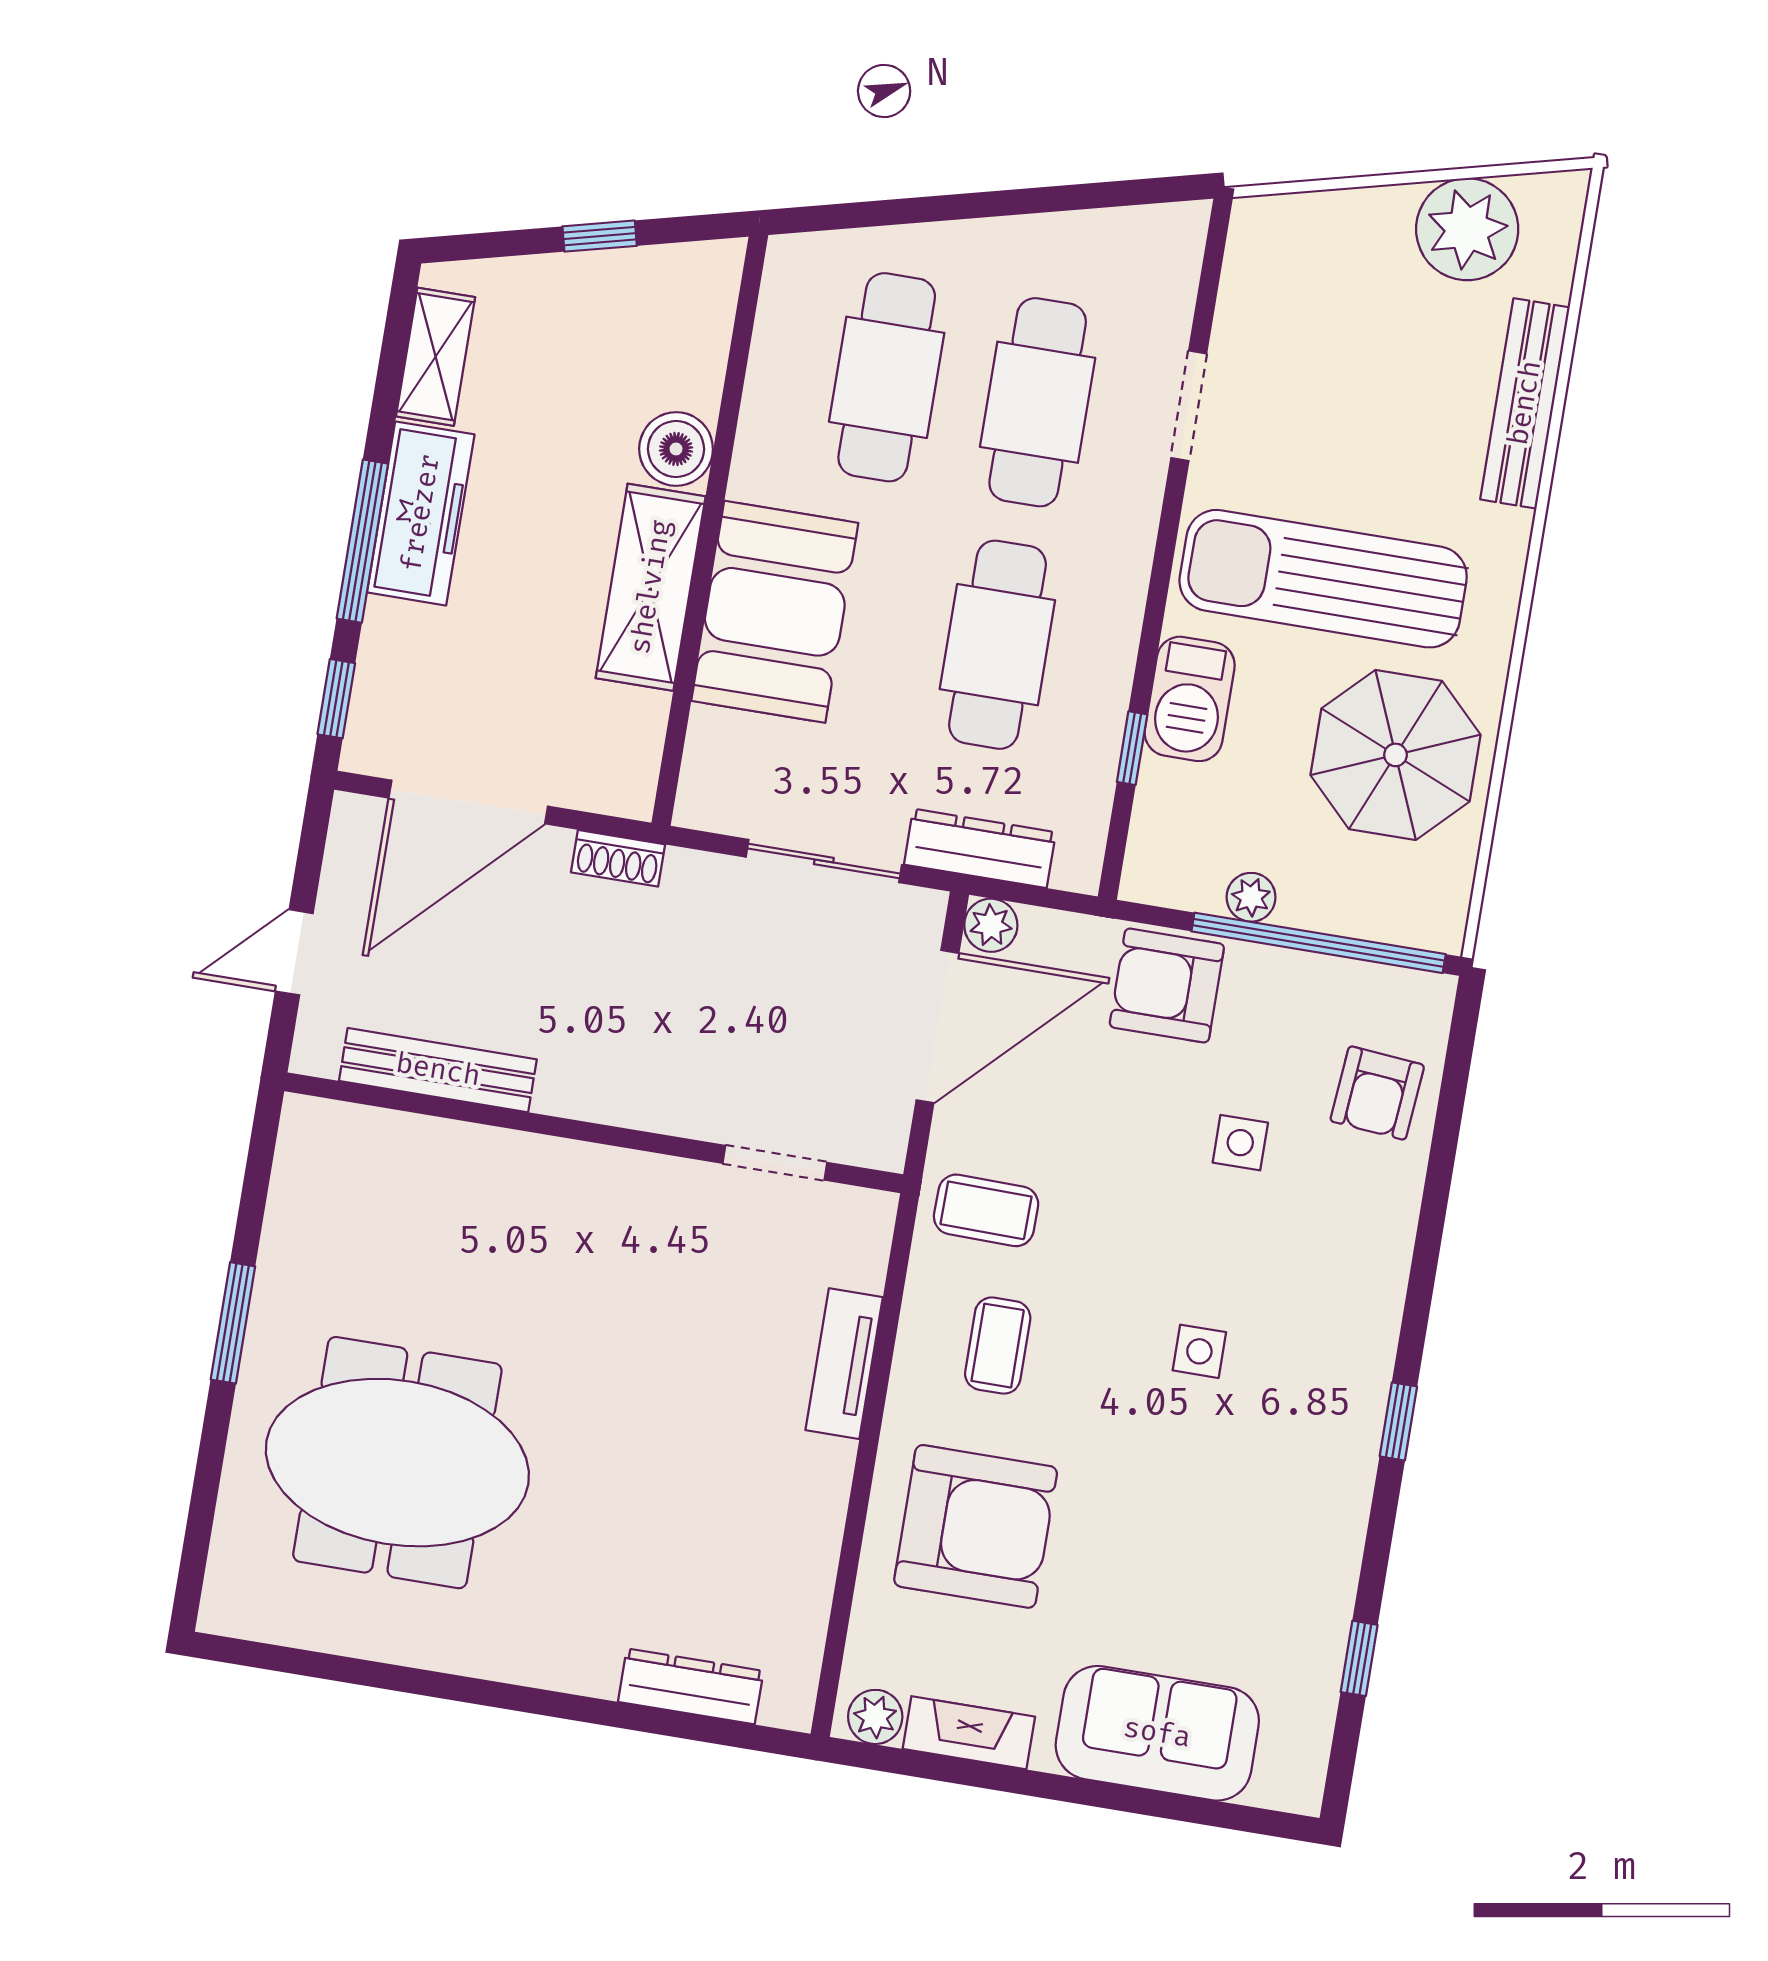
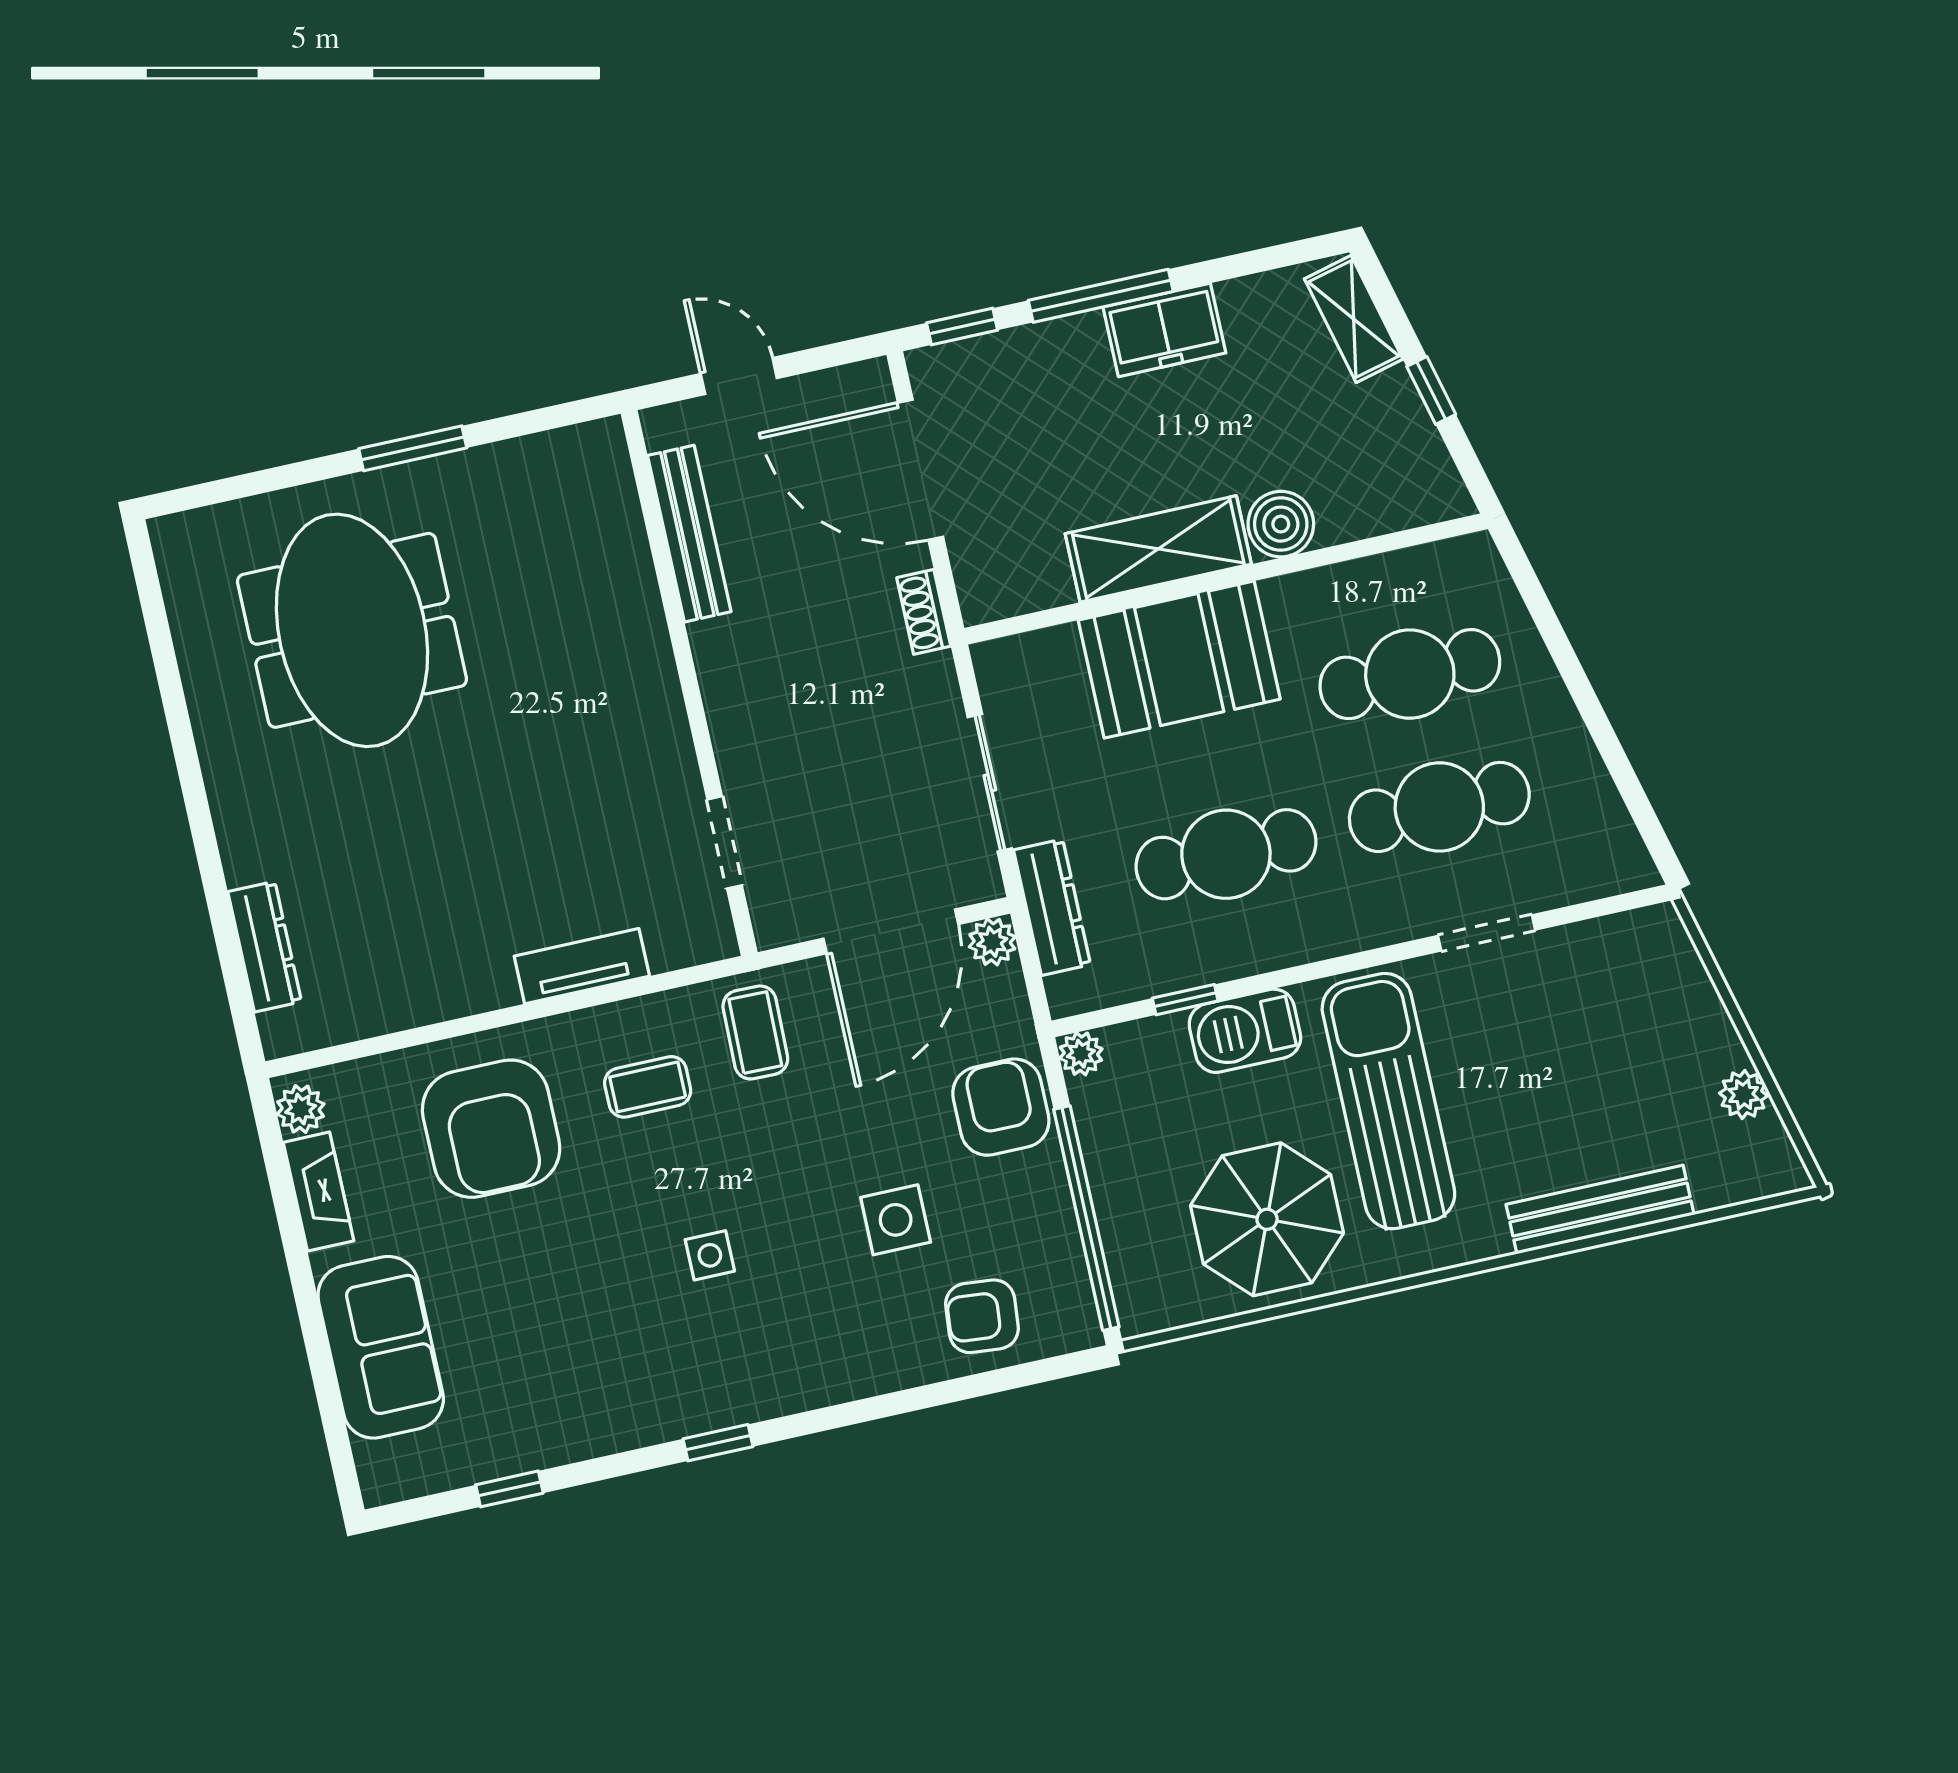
plant: (1467, 229) -> (1744, 1095), width x0.53, depth x0.53
shelving: (436, 357) -> (1354, 319), moved, turned 76
freezer: (421, 513) -> (1164, 330), width x0.71
plant: (1251, 897) -> (1081, 1054), moved
door: (937, 1027) -> (891, 931), hinge flipped
side table: (1240, 1143) -> (896, 1220), width x1.37, depth x1.37

